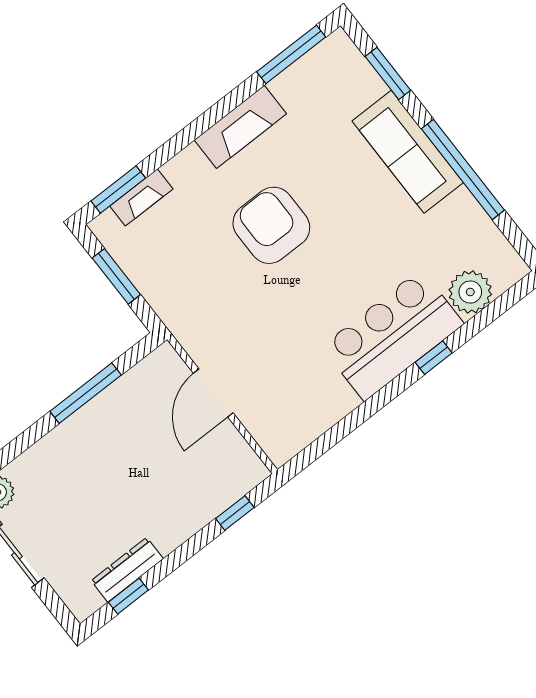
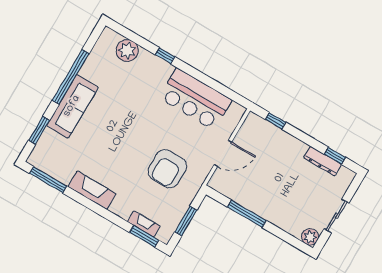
armchair: (271, 225) -> (167, 169), moved
bar counter: (393, 335) -> (195, 99), moved

